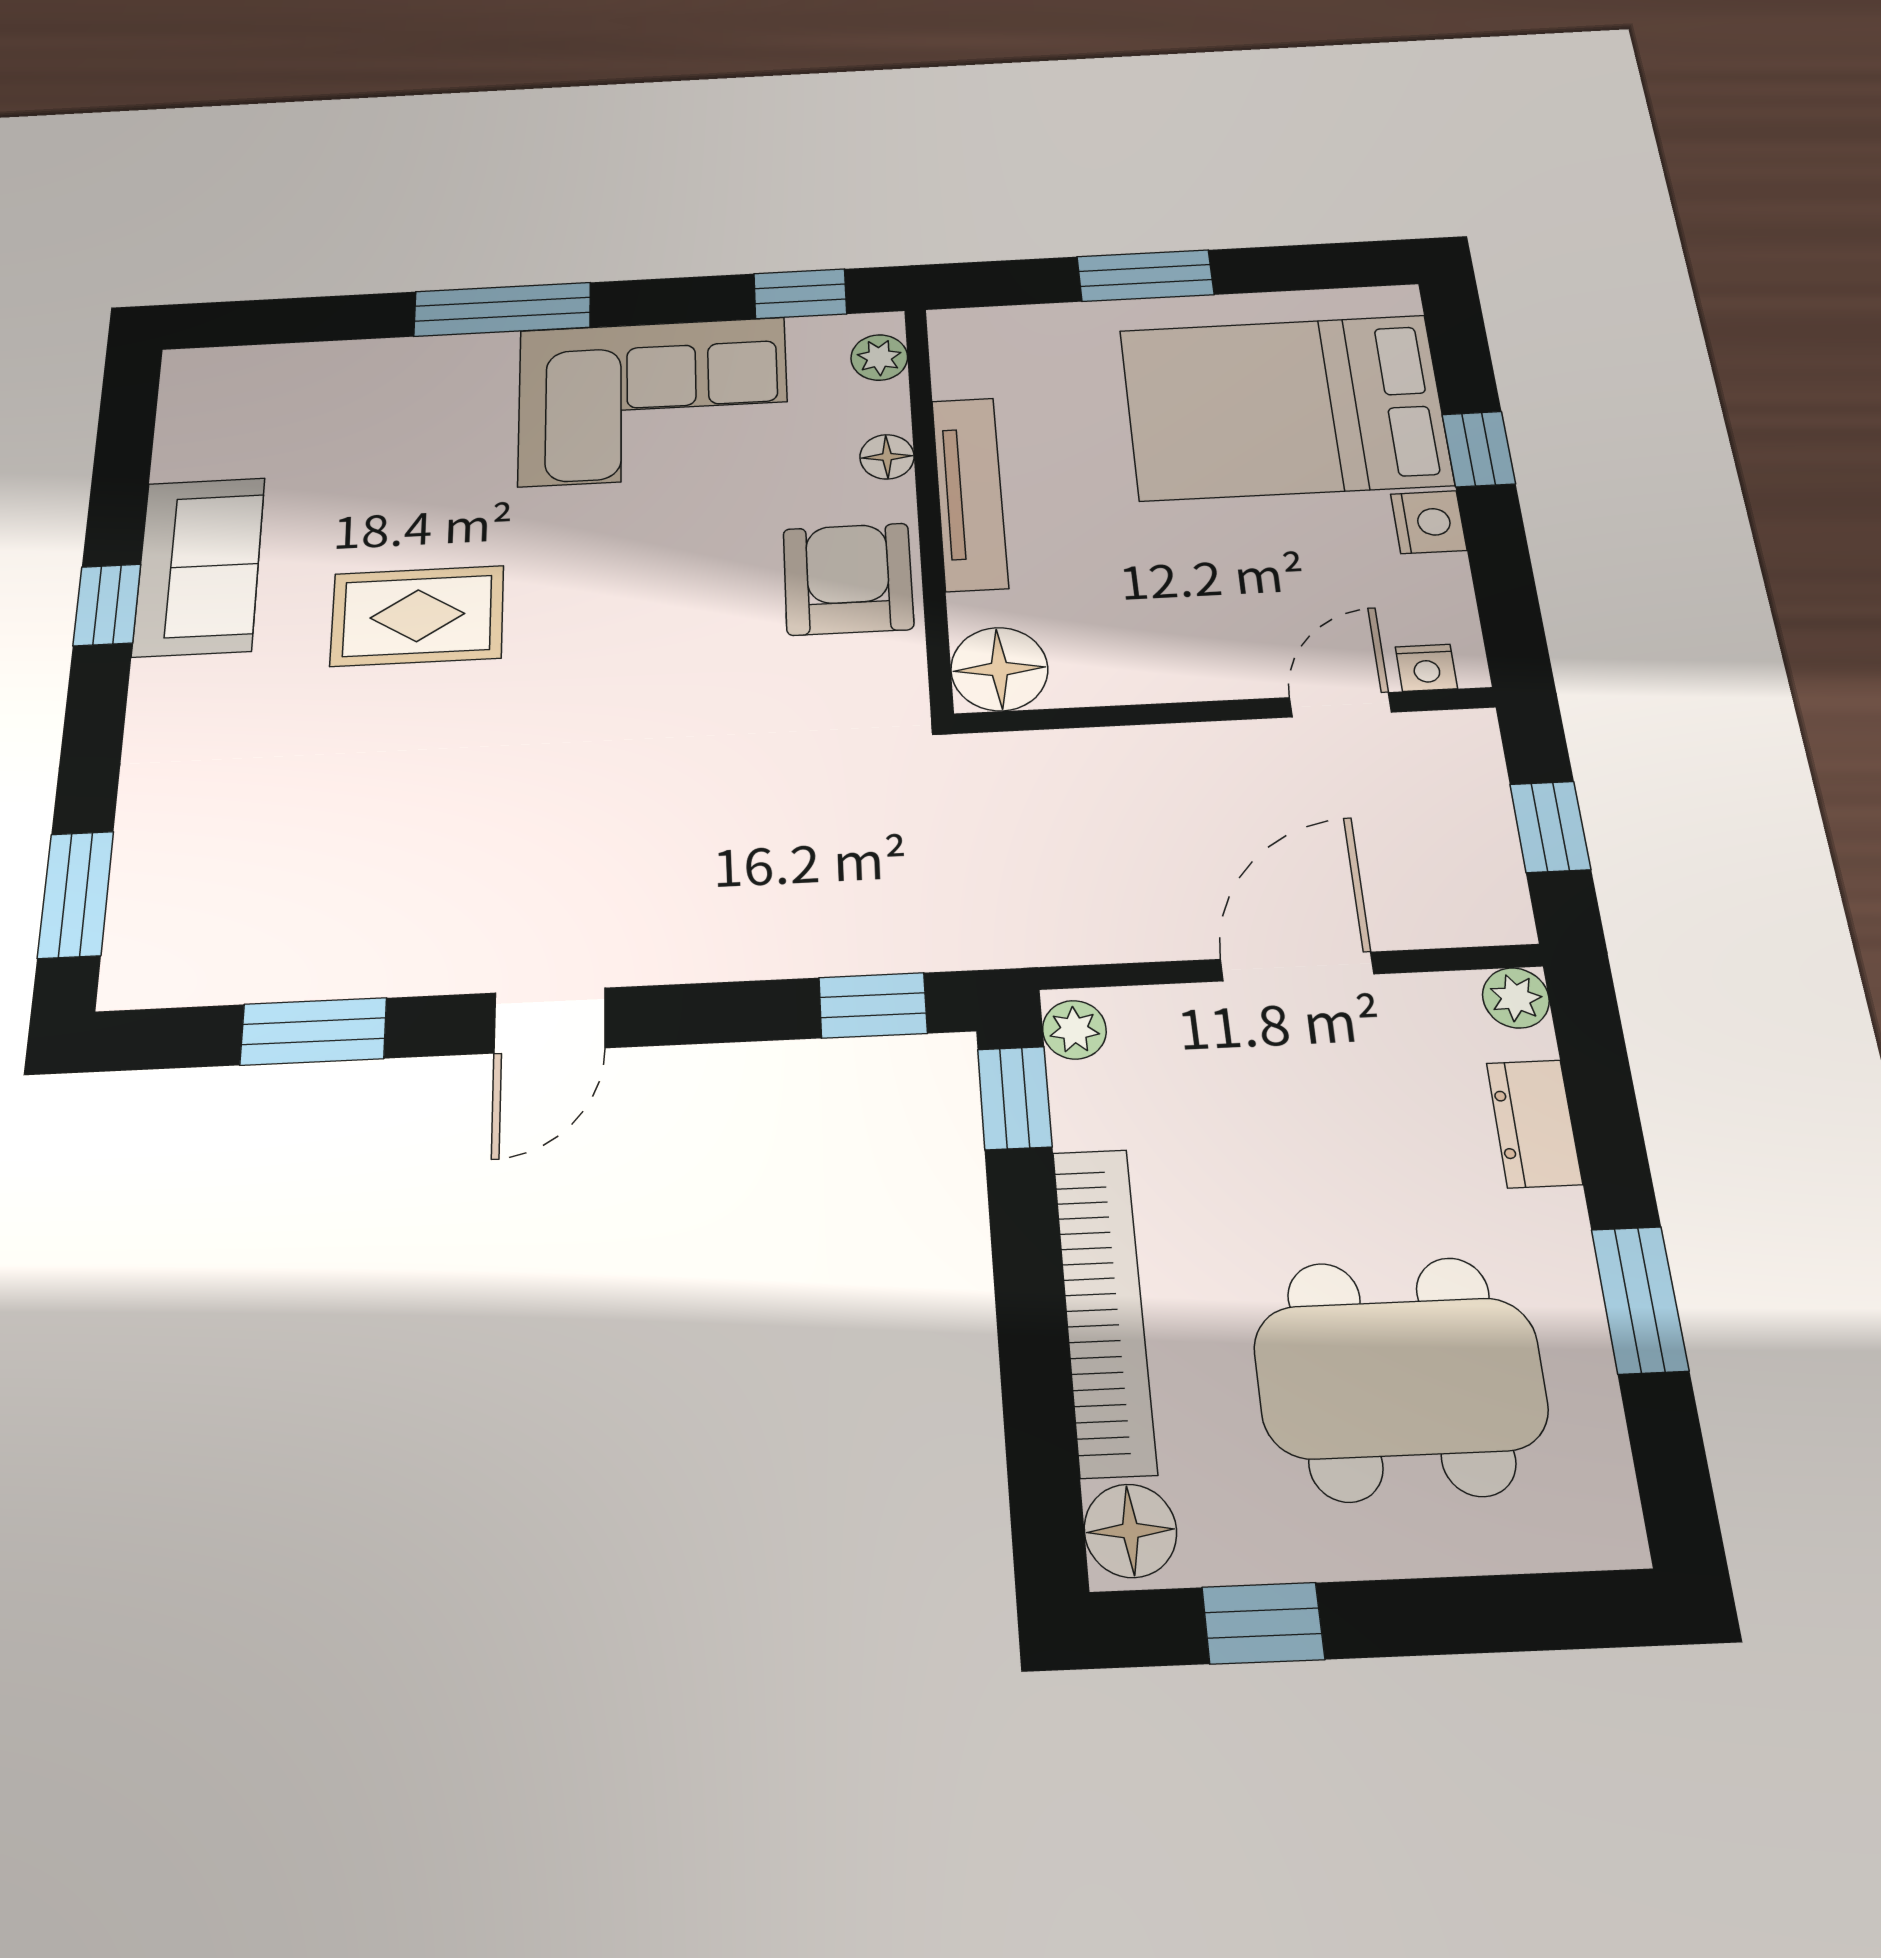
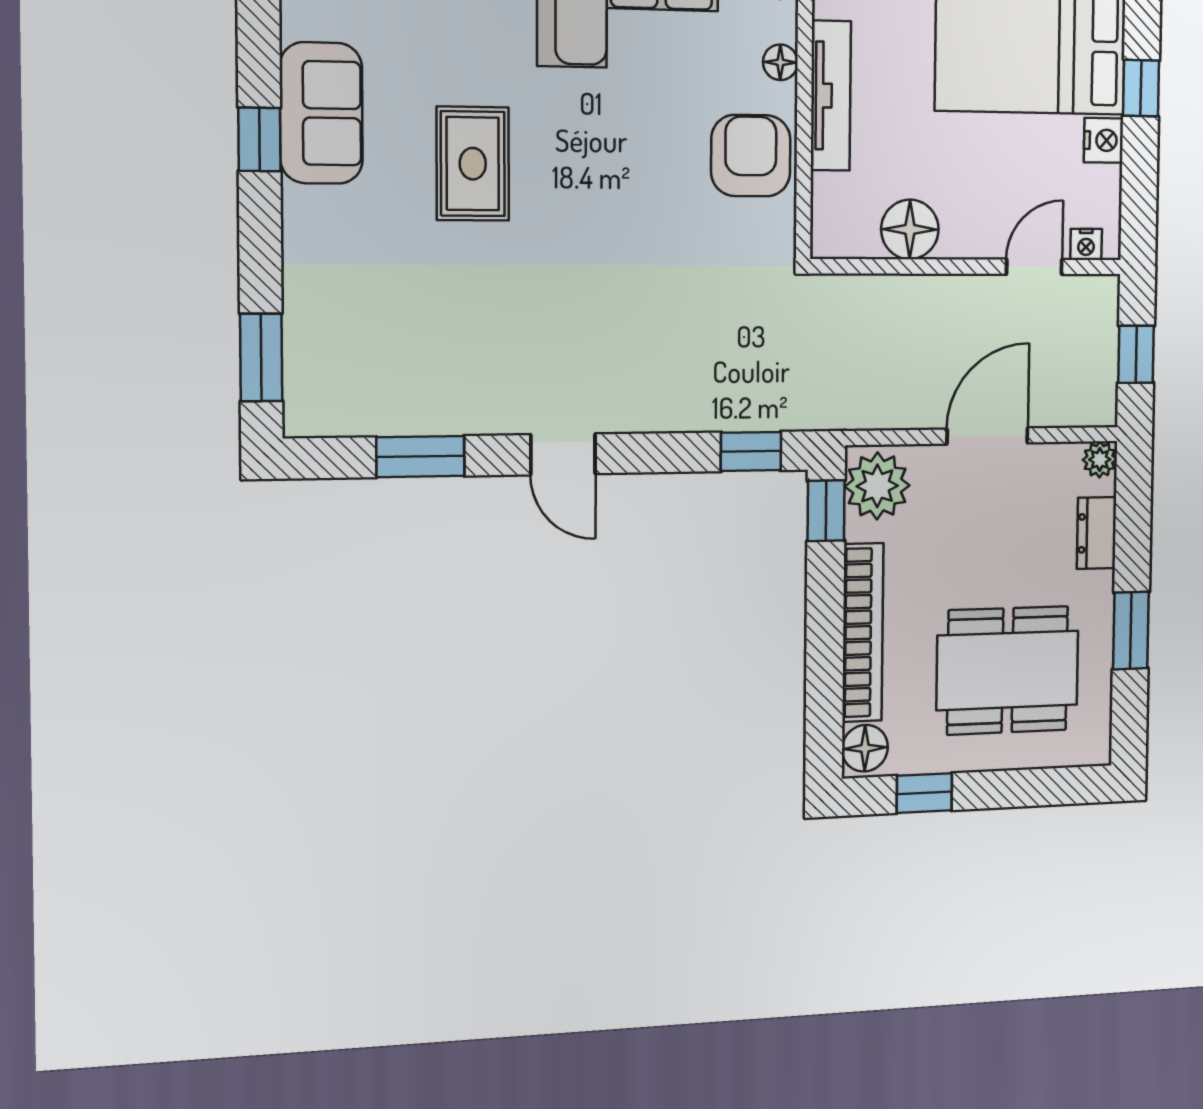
rug: (417, 616) -> (473, 164), turned 90
floor lamp: (999, 669) -> (910, 229), moved
door: (550, 1020) -> (563, 454), hinge flipped
plant: (1074, 1030) -> (877, 486), width x1.87, depth x1.87

